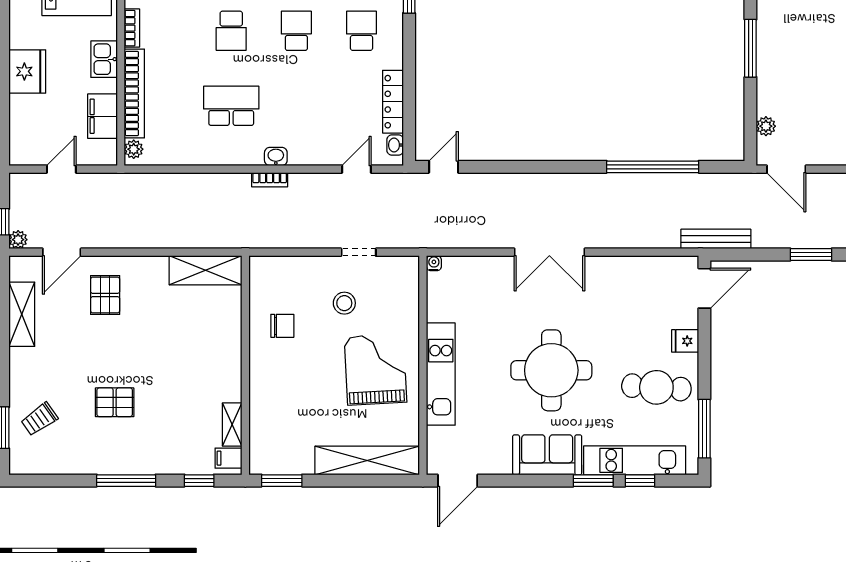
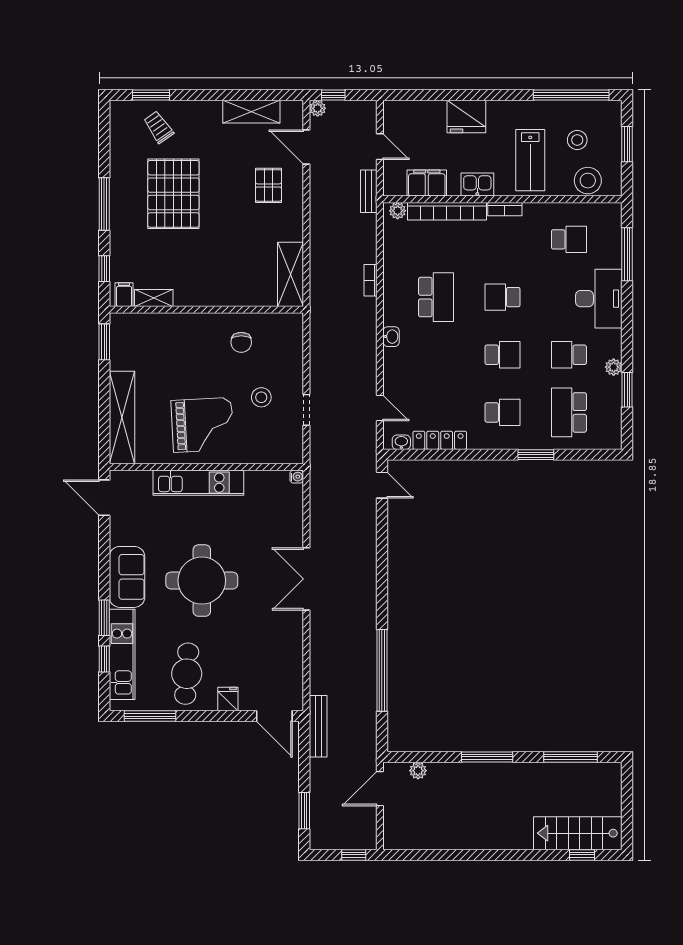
bookcase: (270, 180) -> (371, 280), moved
bench: (112, 182) -> (369, 191), added
pallet: (105, 295) -> (268, 185), turned 90
pallet: (115, 402) -> (173, 194), width x2.05, depth x2.00

